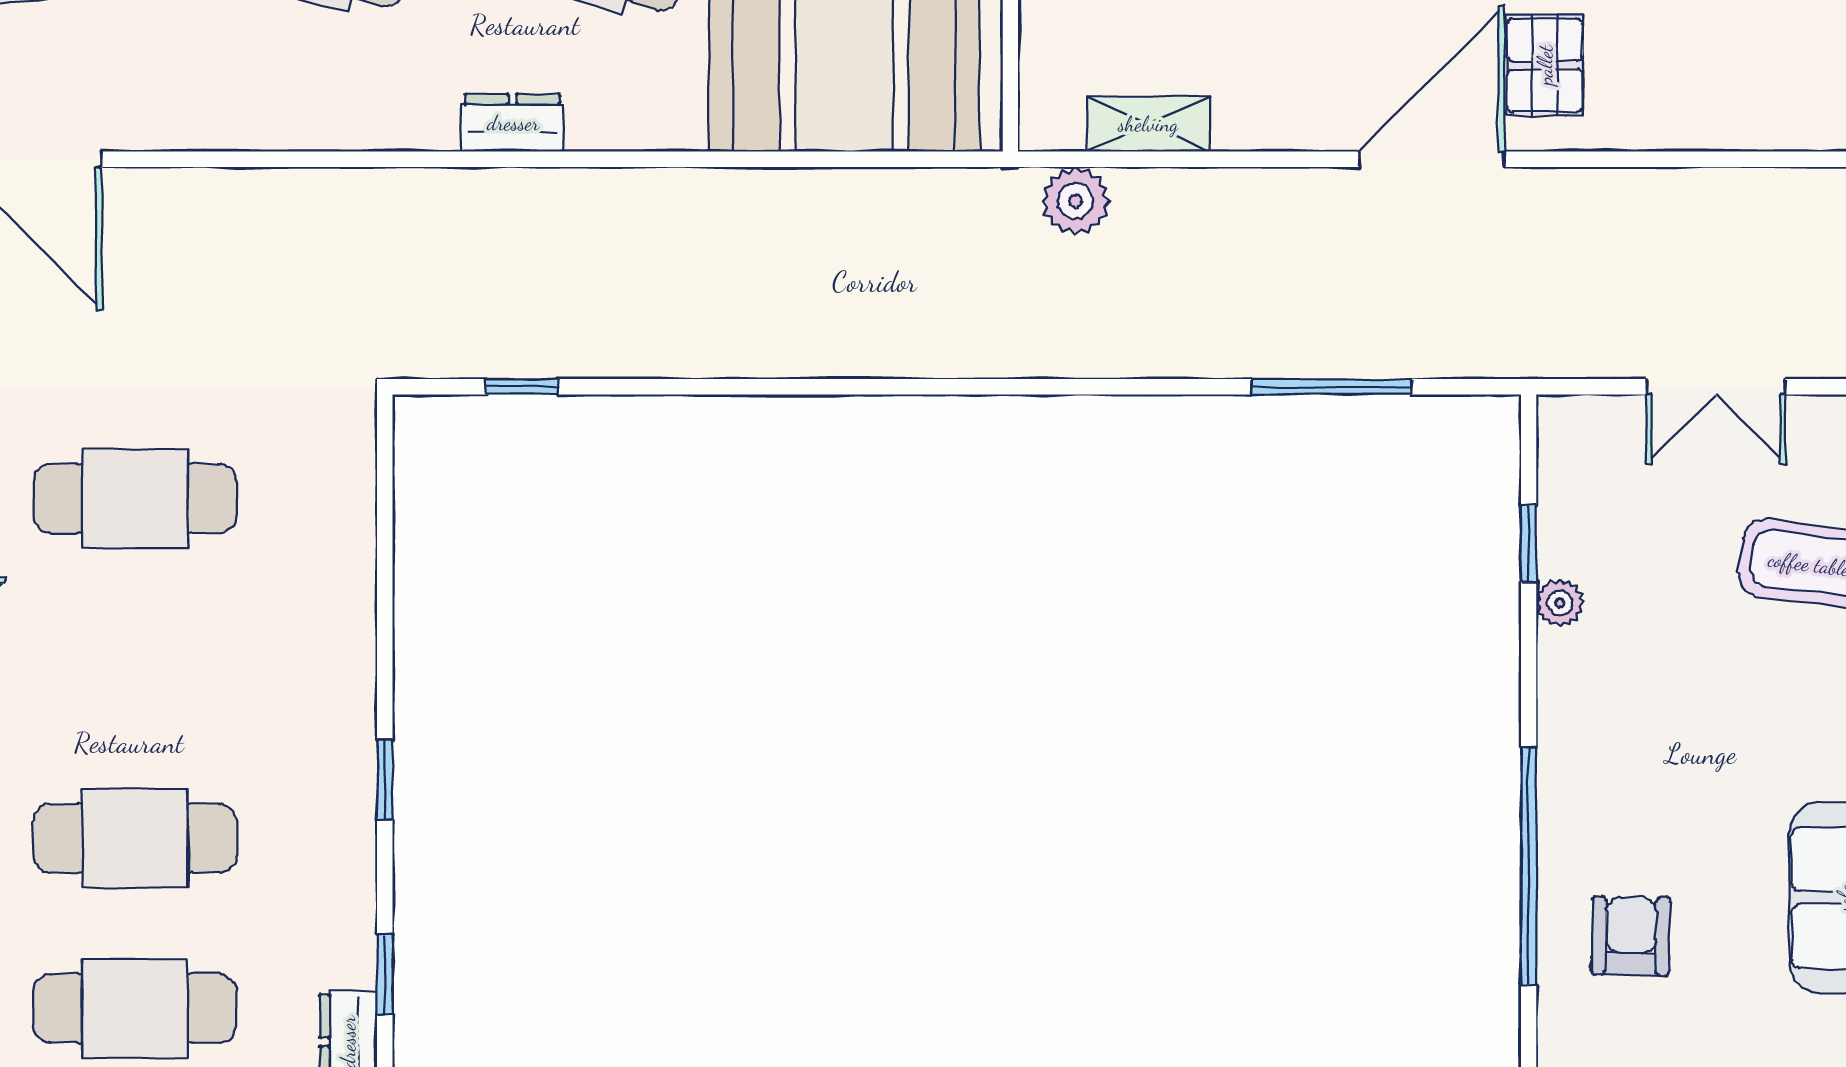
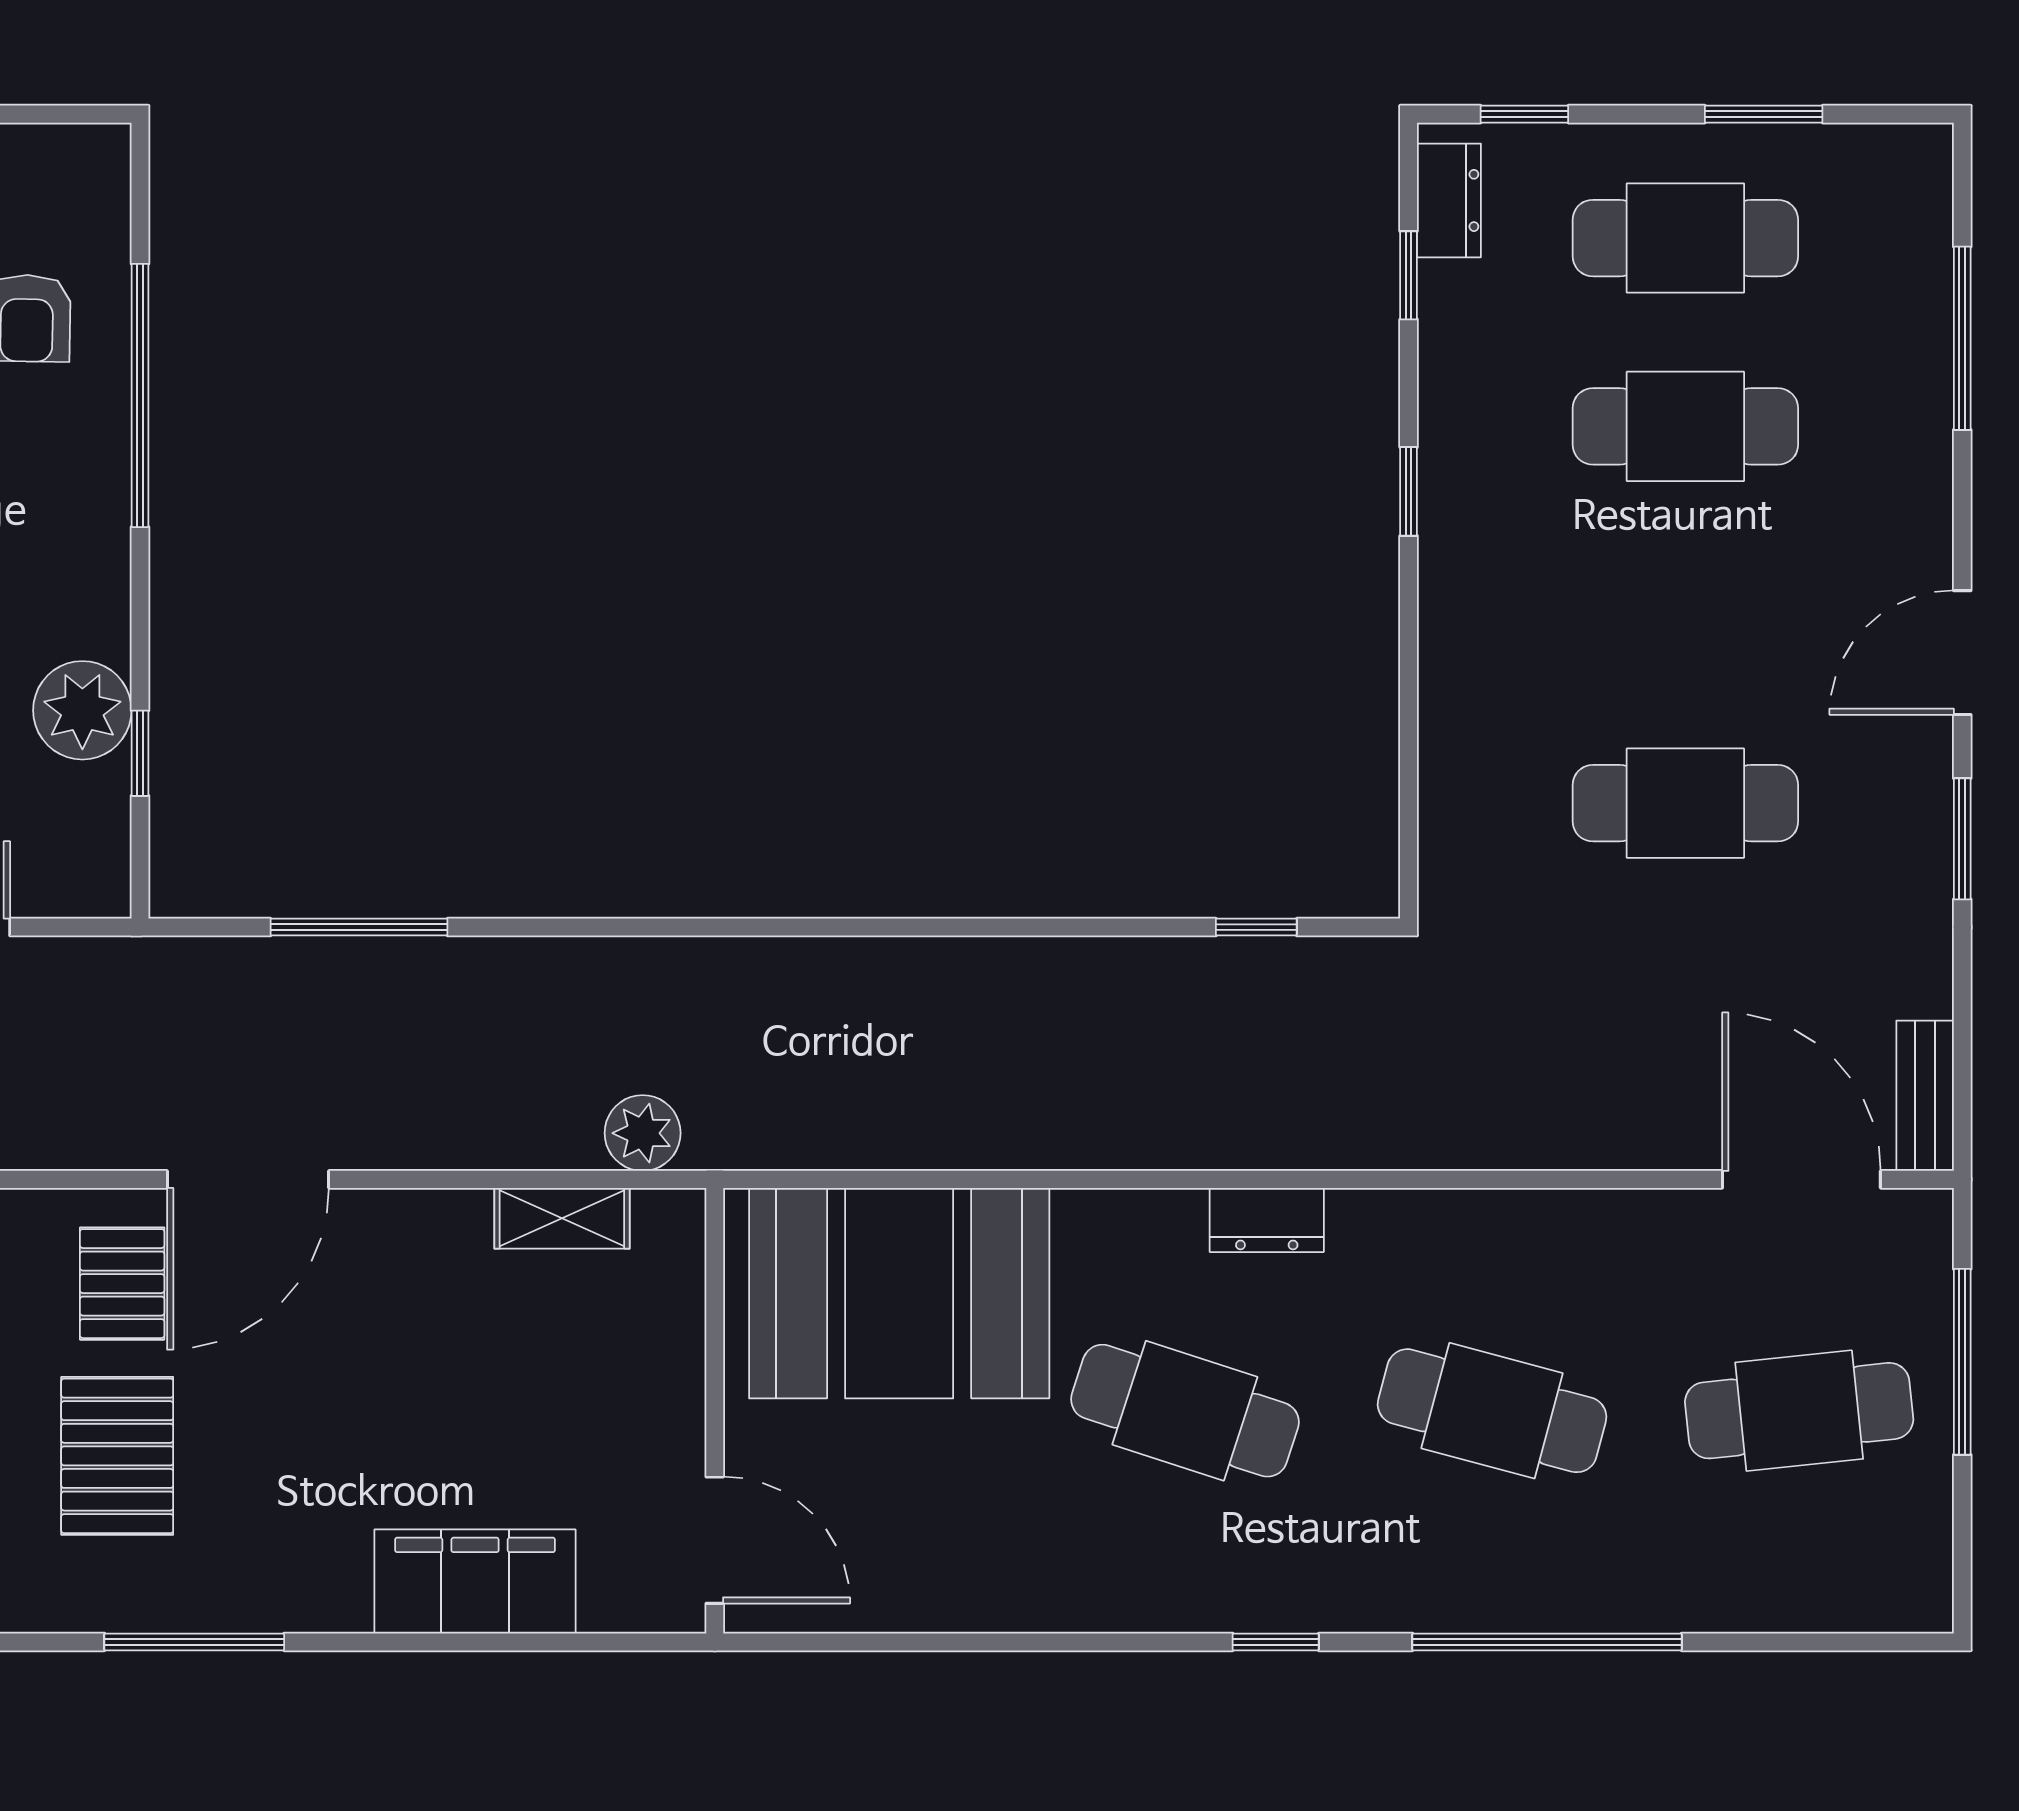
plant: (1560, 603) -> (82, 710), width x1.88, depth x1.88

